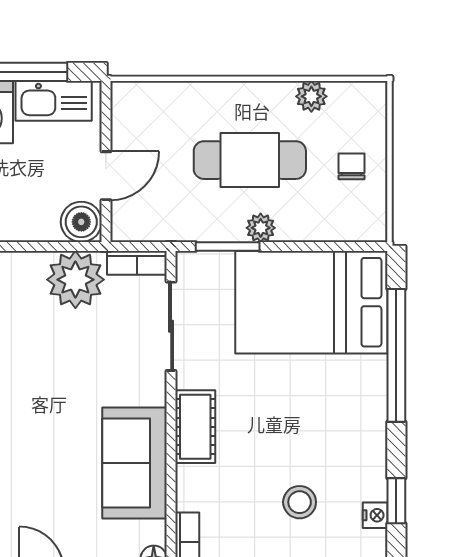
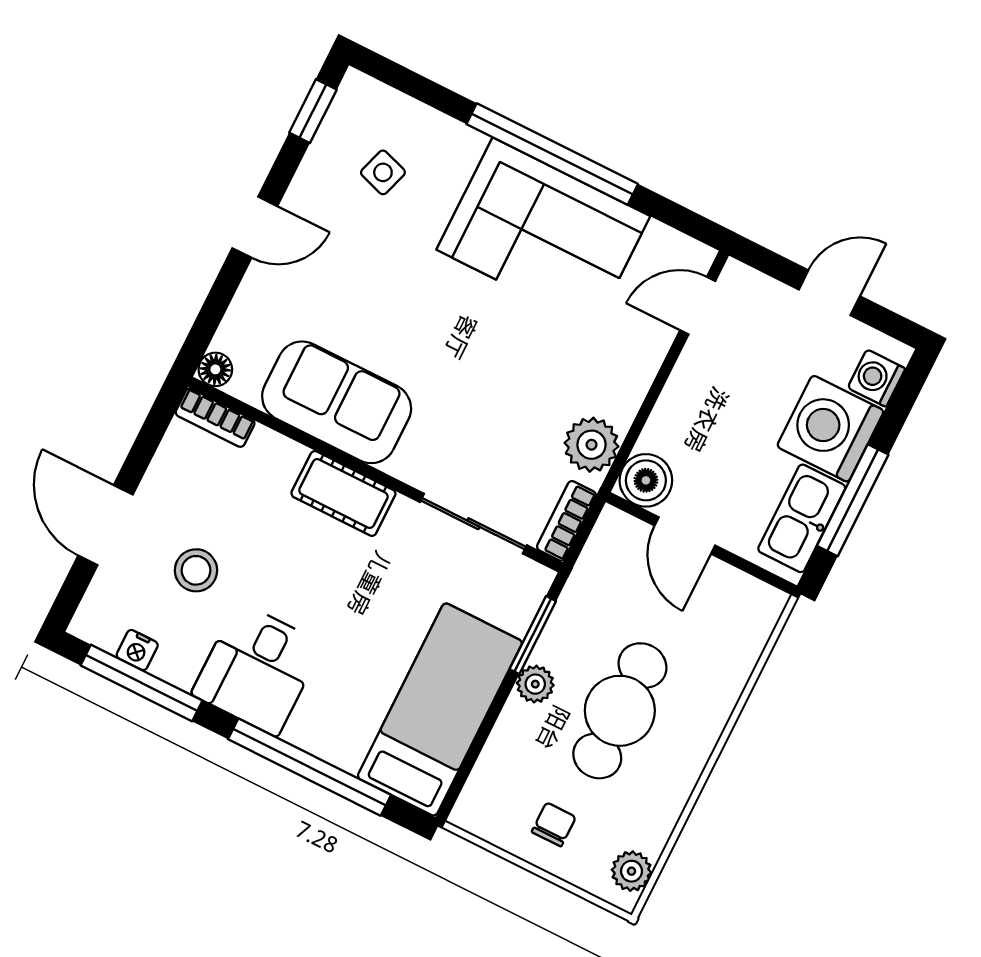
plant: (311, 96) -> (631, 871), moved
chair: (351, 166) -> (554, 824), turned -90
plant: (75, 280) -> (591, 445), width x0.73, depth x0.73
bed: (311, 302) -> (440, 709), width x0.67
desk: (347, 425) -> (257, 669), added
window: (396, 501) -> (142, 683), width x2.17

